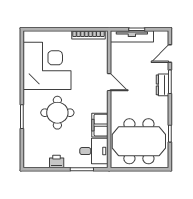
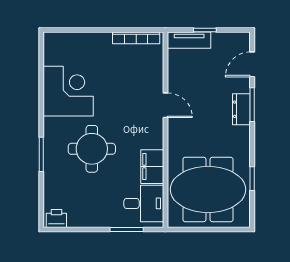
tv unit: (132, 36) -> (189, 40), width x0.71
corner desk: (47, 66) -> (68, 91), width x0.74, depth x0.74
printer: (57, 162) -> (56, 219), moved

